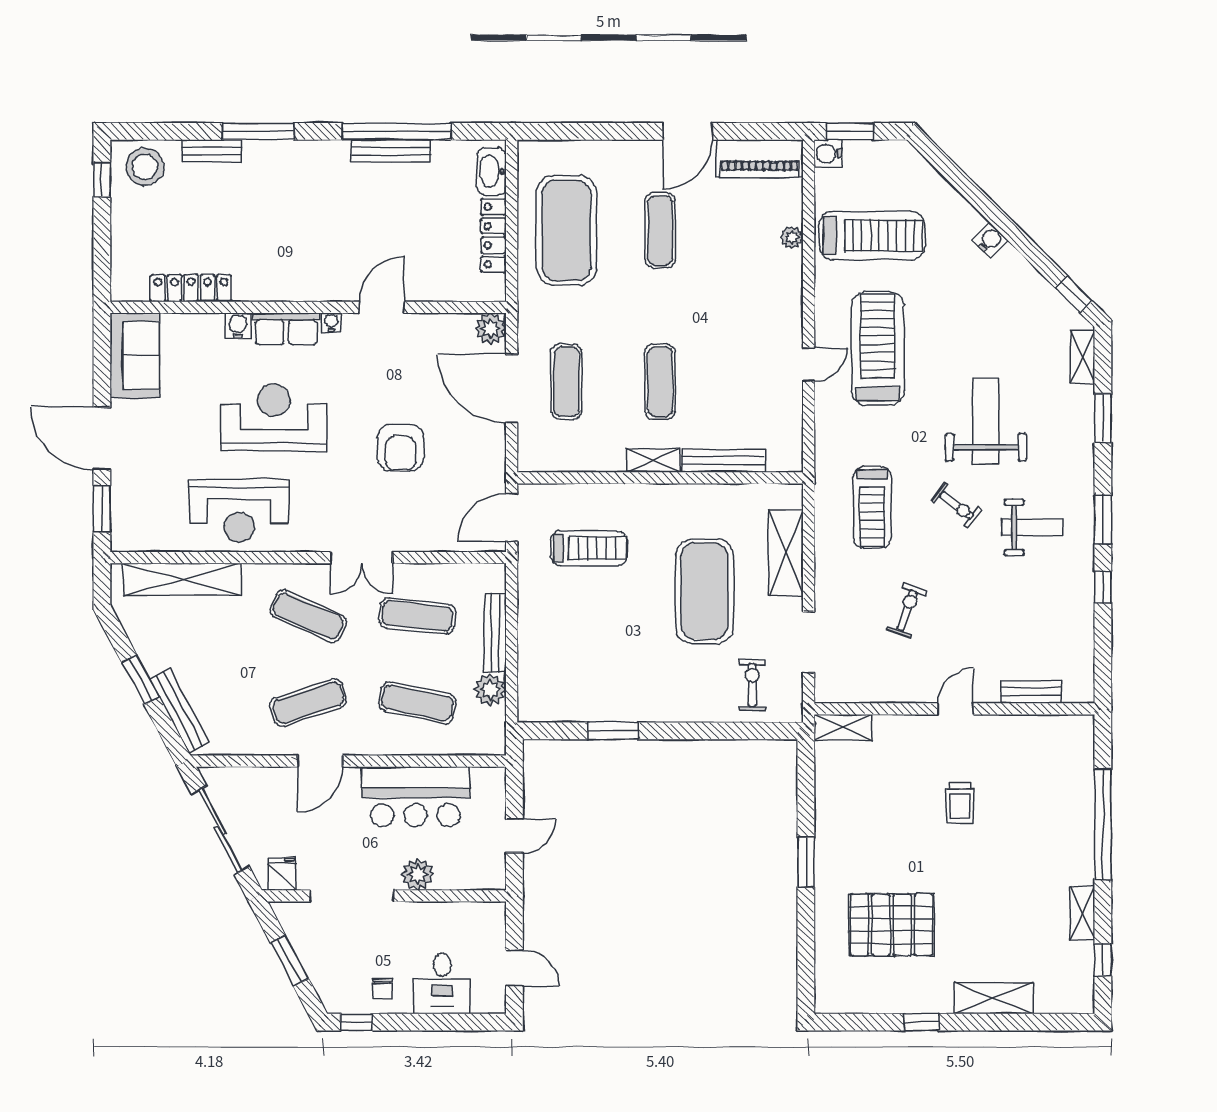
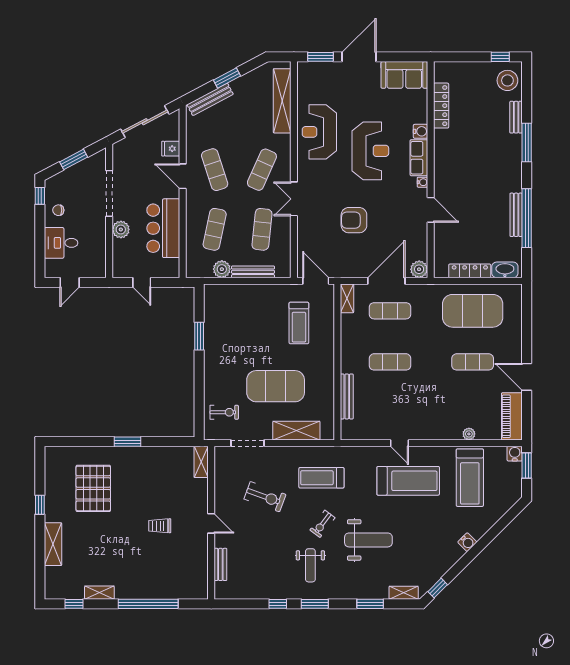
shelving: (653, 460) -> (347, 298), moved
exercise bike: (907, 610) -> (265, 497), width x1.38, depth x1.39
fridge: (282, 874) -> (171, 149), moved, turned 180

